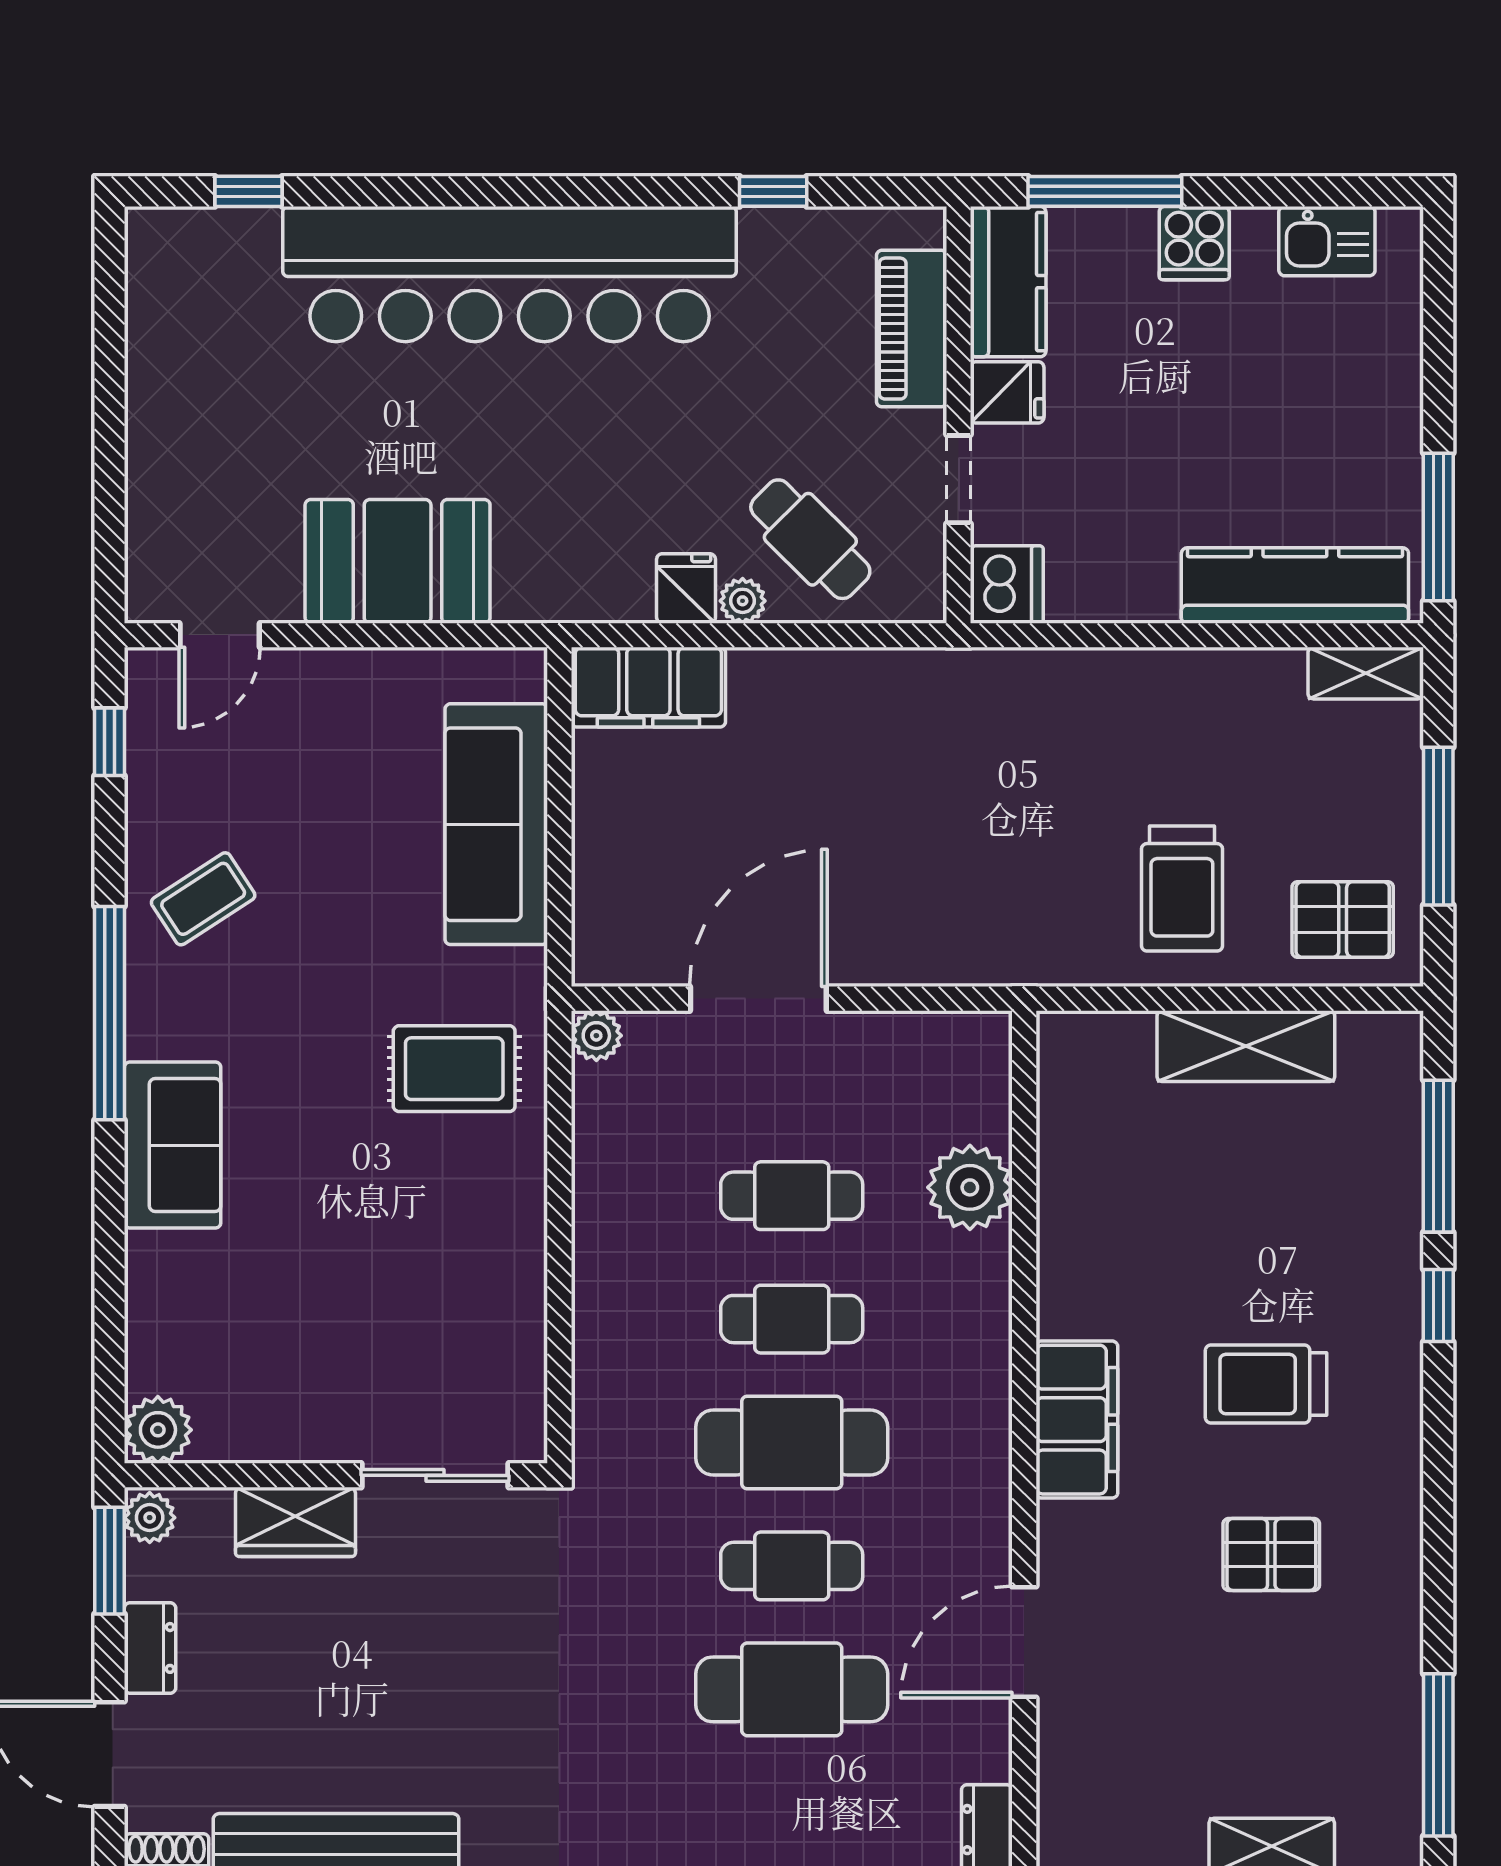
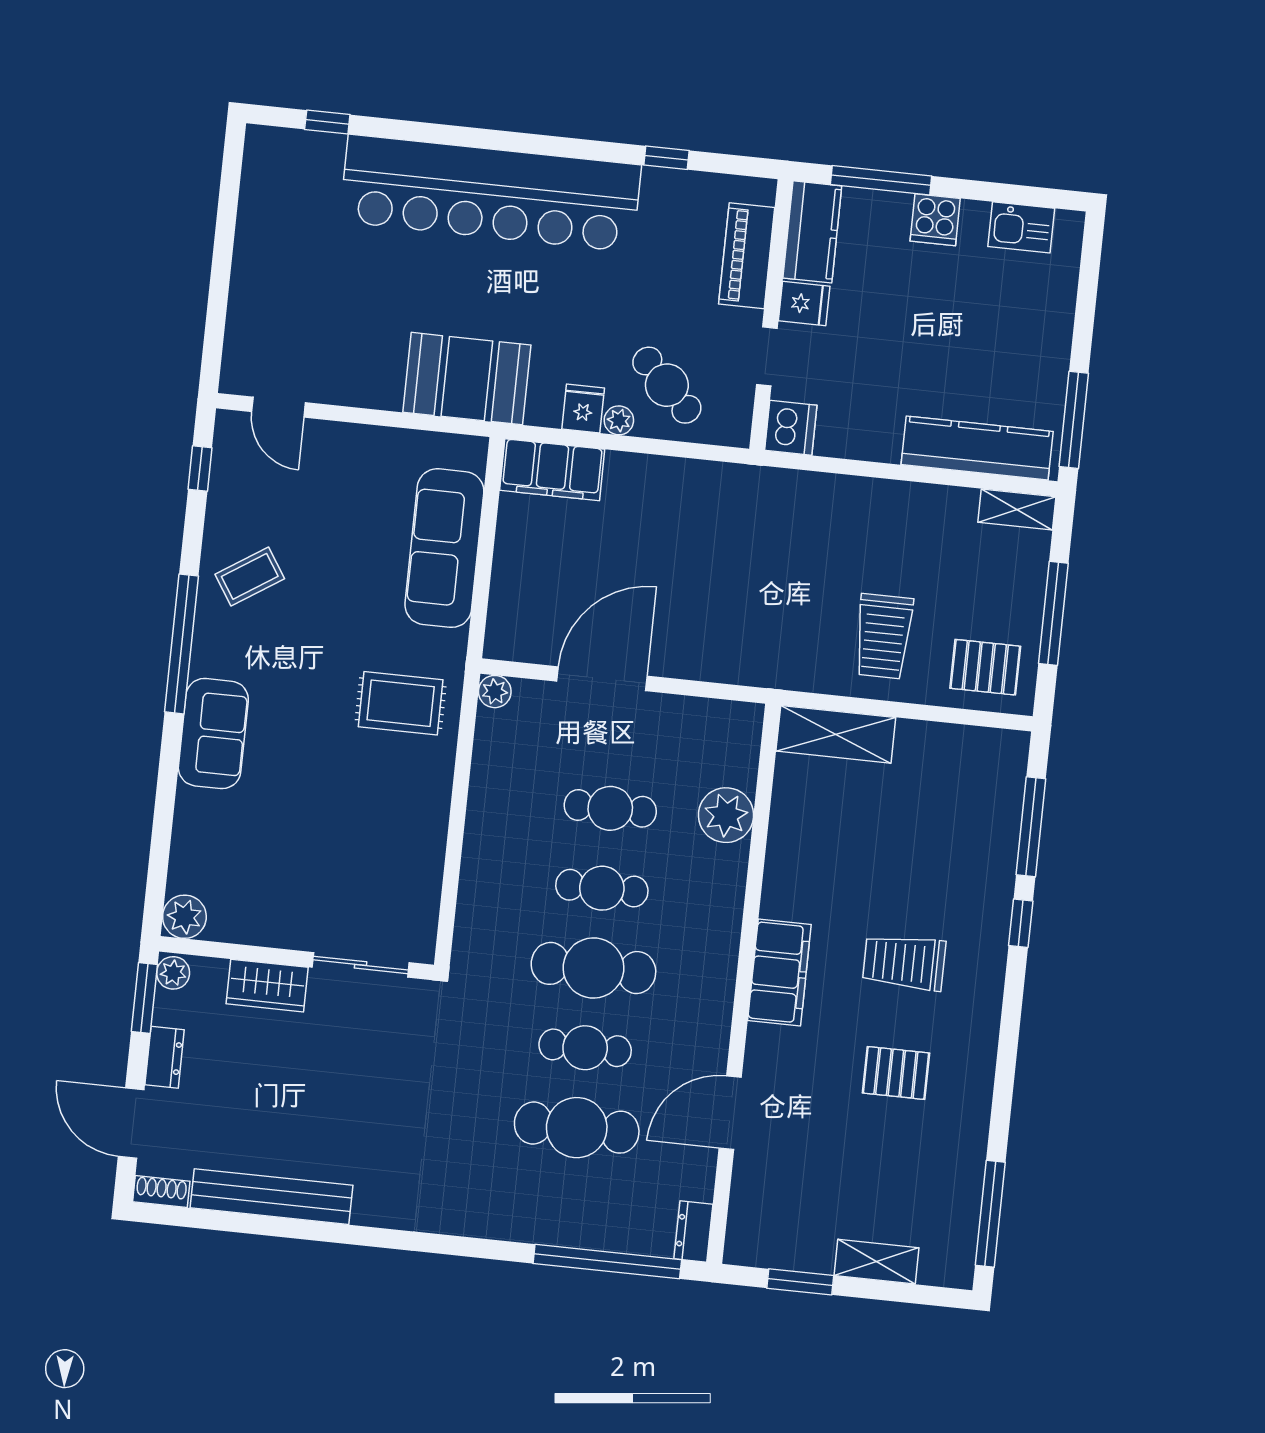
booth: (398, 561) -> (467, 379), moved
door: (220, 635) -> (278, 407), hinge flipped
shelving: (1246, 1046) -> (836, 734), moved

